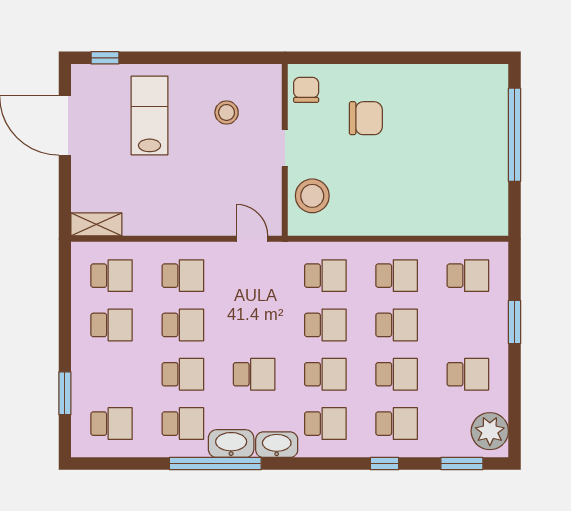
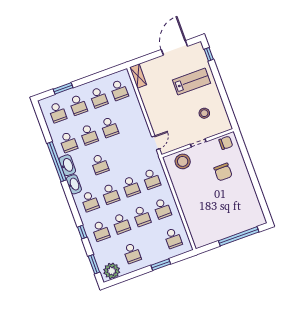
school desk: (183, 276) -> (78, 105), moved

